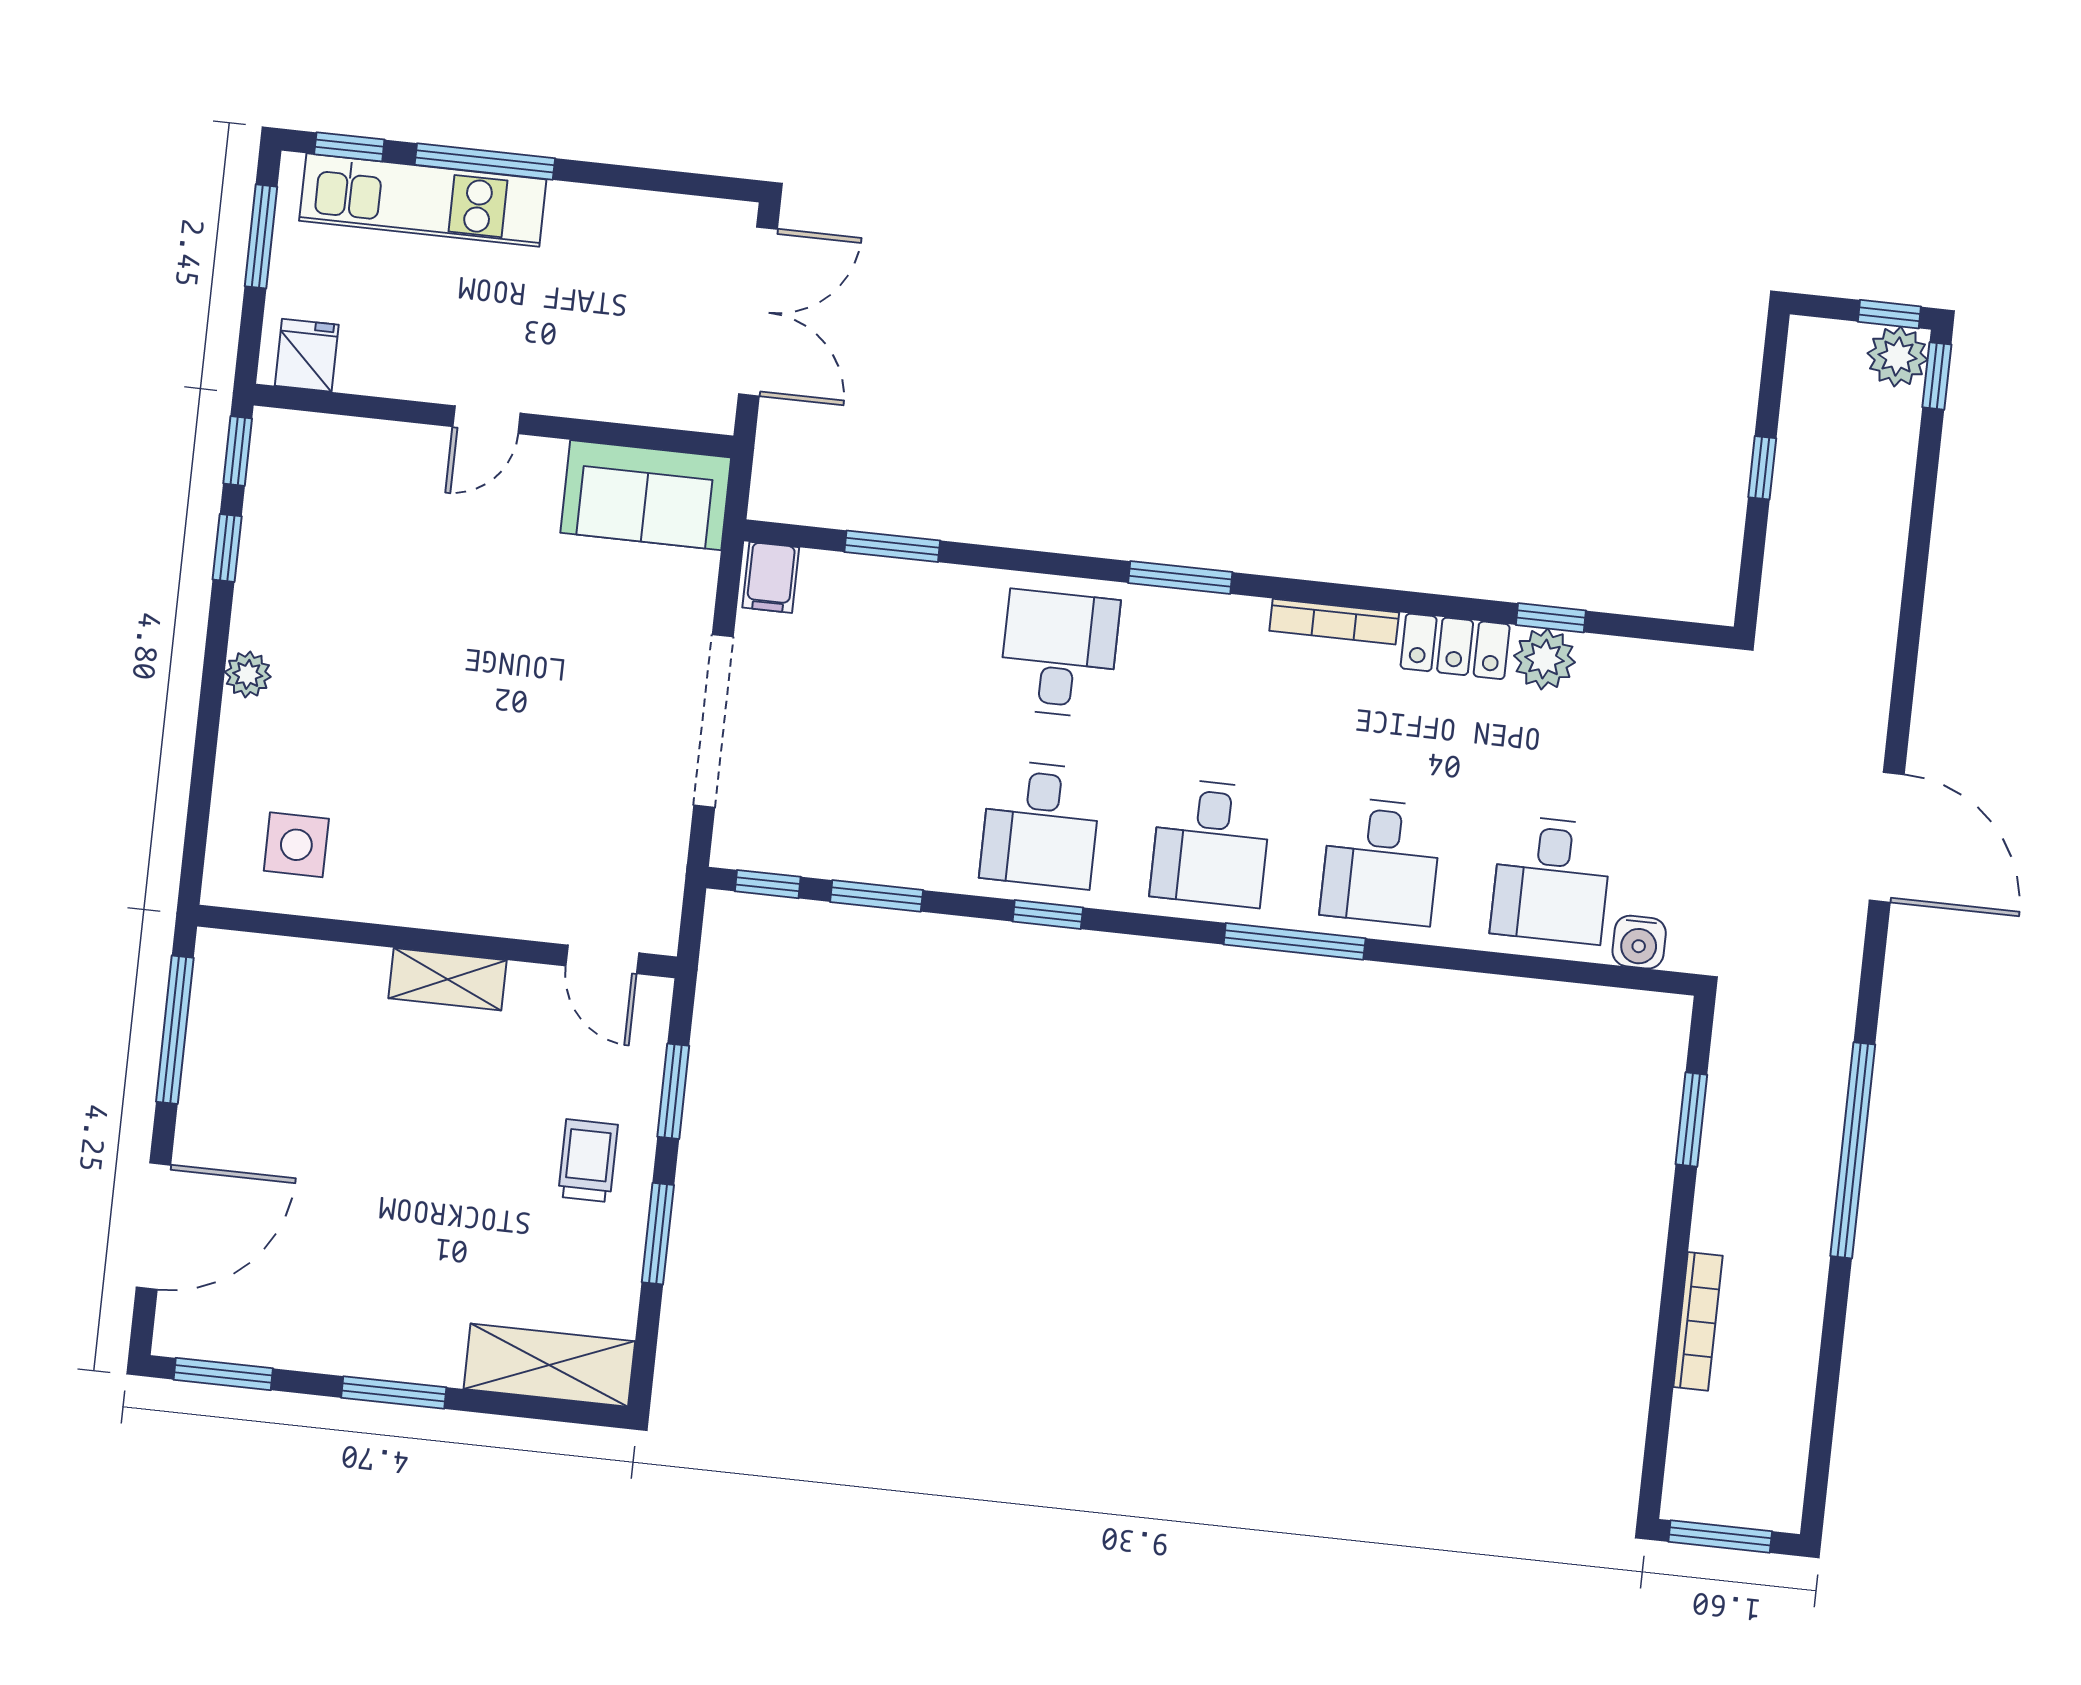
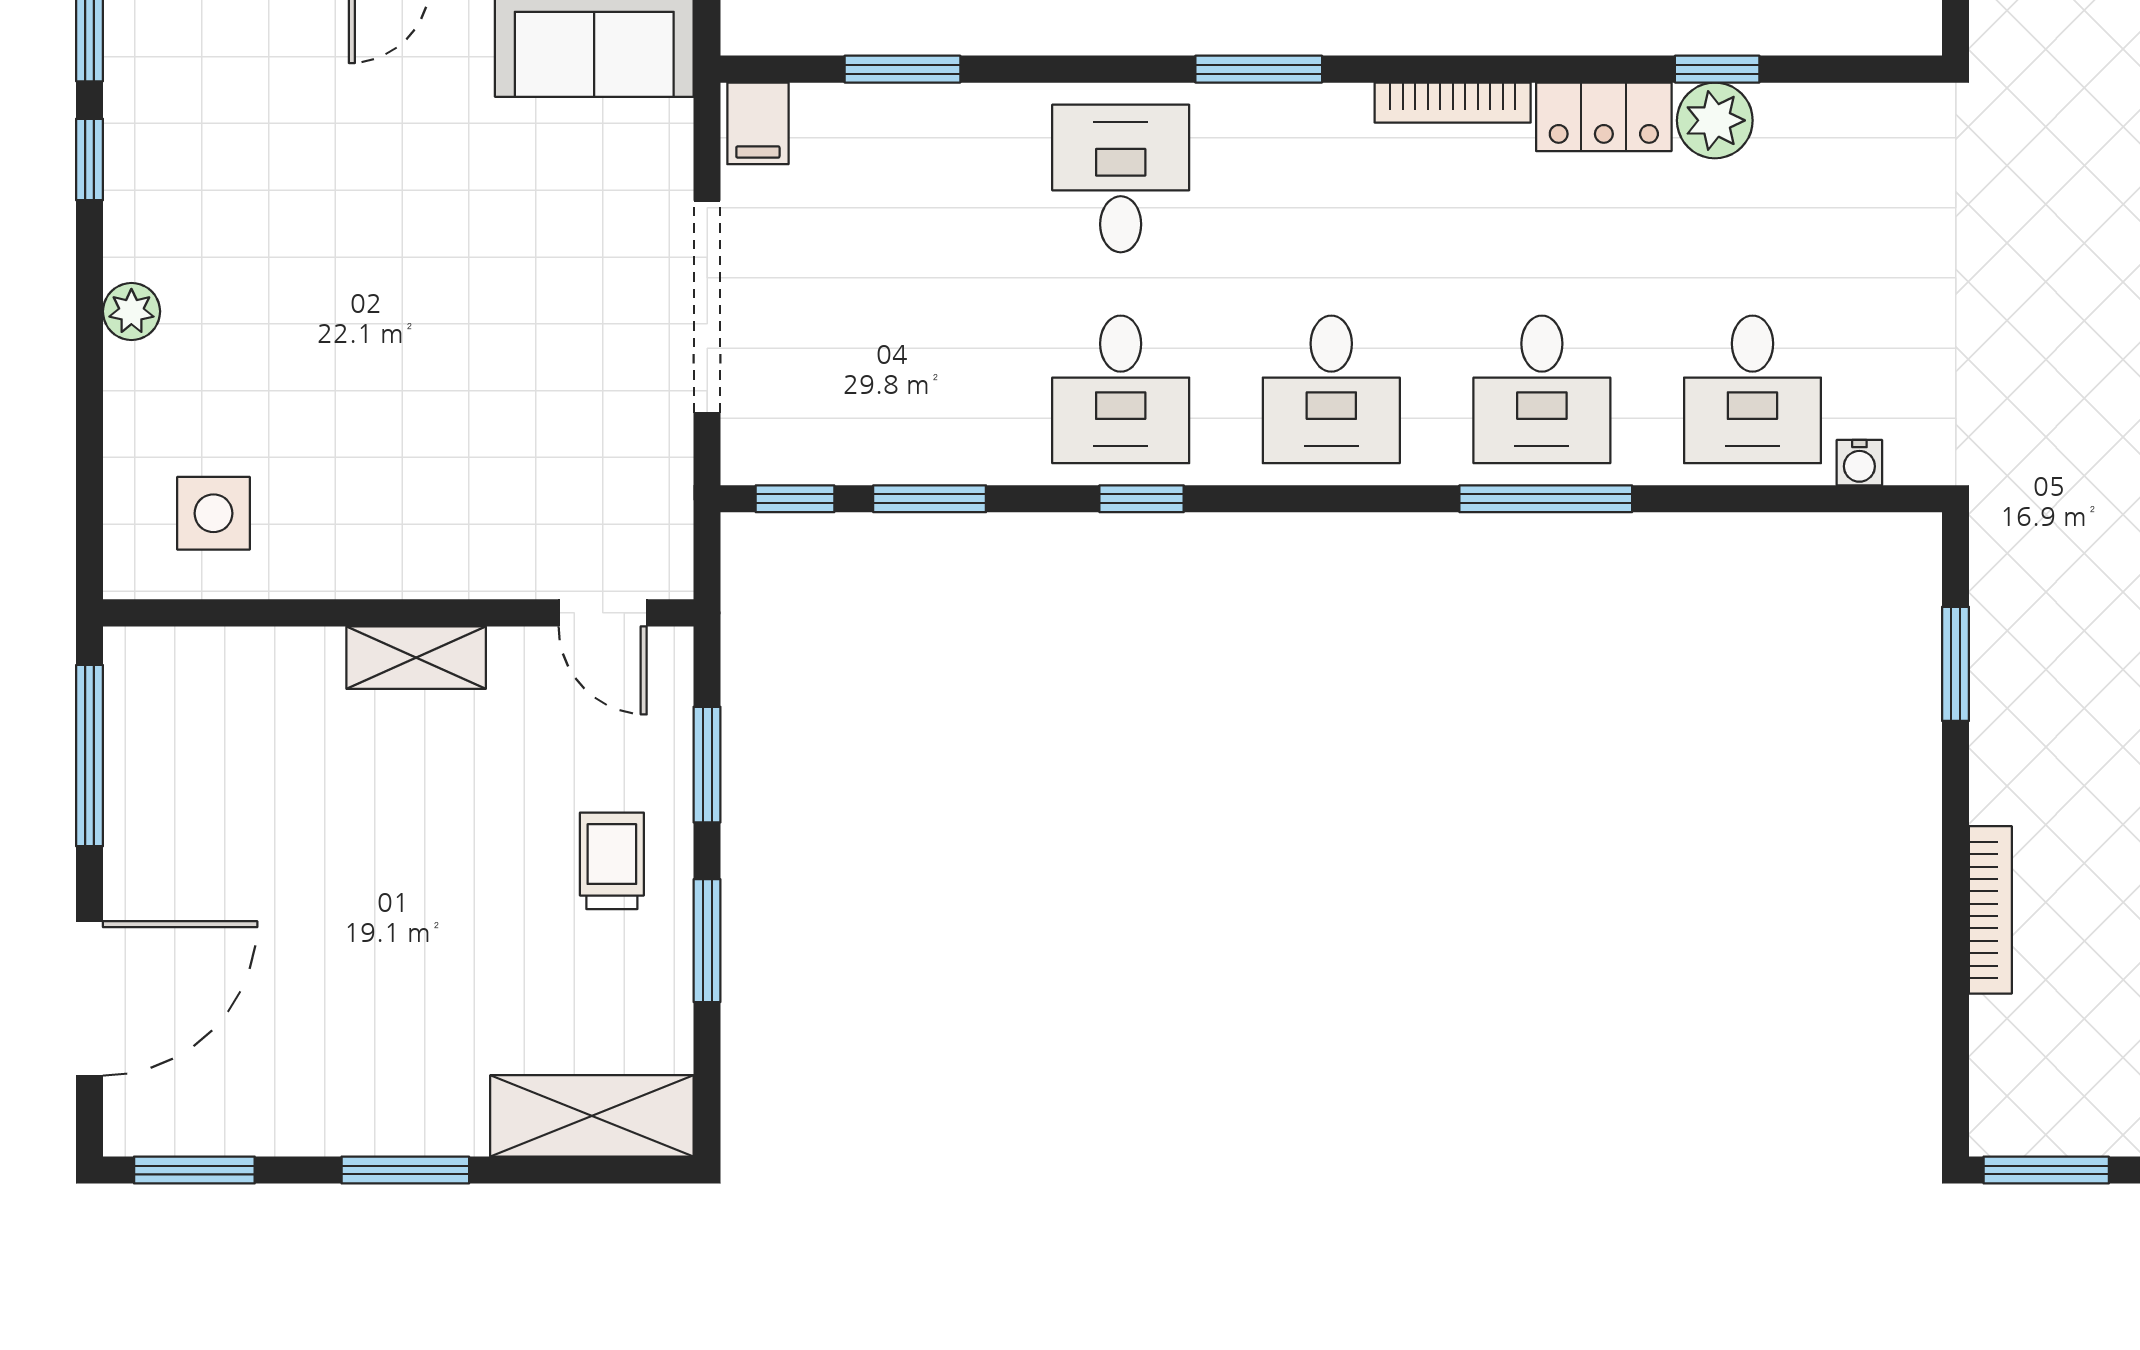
window: (1295, 941) -> (1546, 499), moved
water cooler: (1639, 942) -> (1859, 463), width x0.72, depth x0.72

